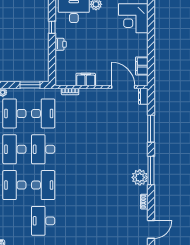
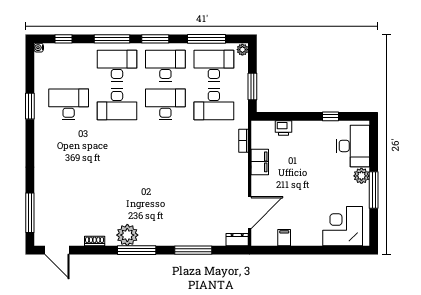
printer: (61, 44) -> (284, 128), moved
filing cabinet: (142, 66) -> (284, 238), width x0.50

